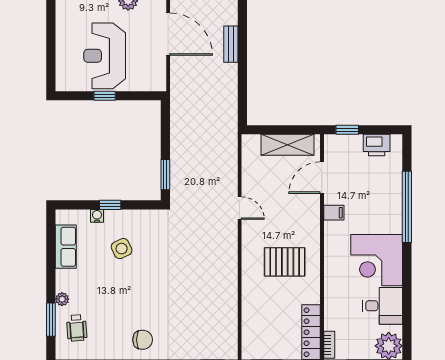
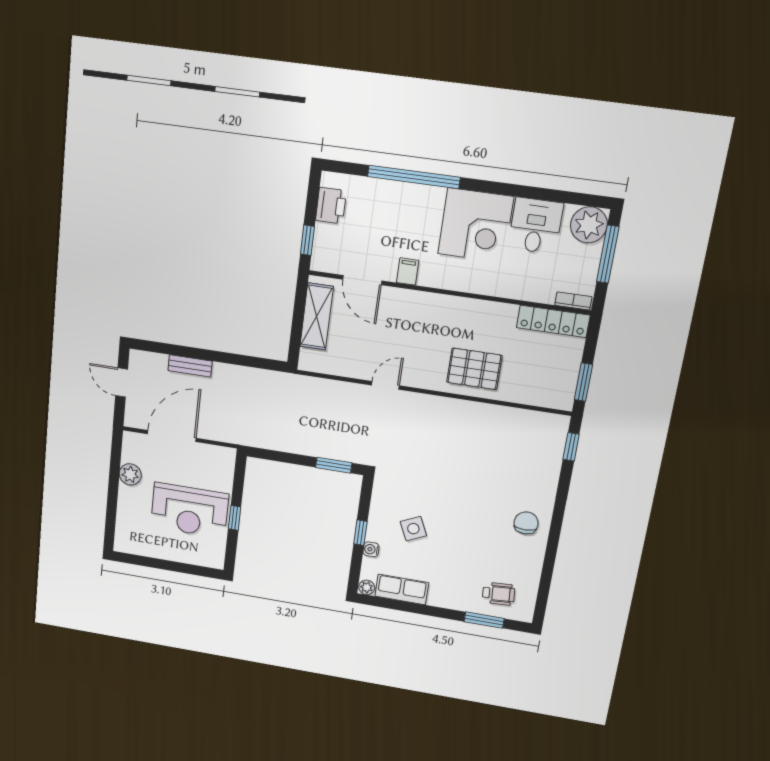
pallet: (285, 262) -> (474, 369), moved, turned 90
plant: (62, 299) -> (367, 587), moved

